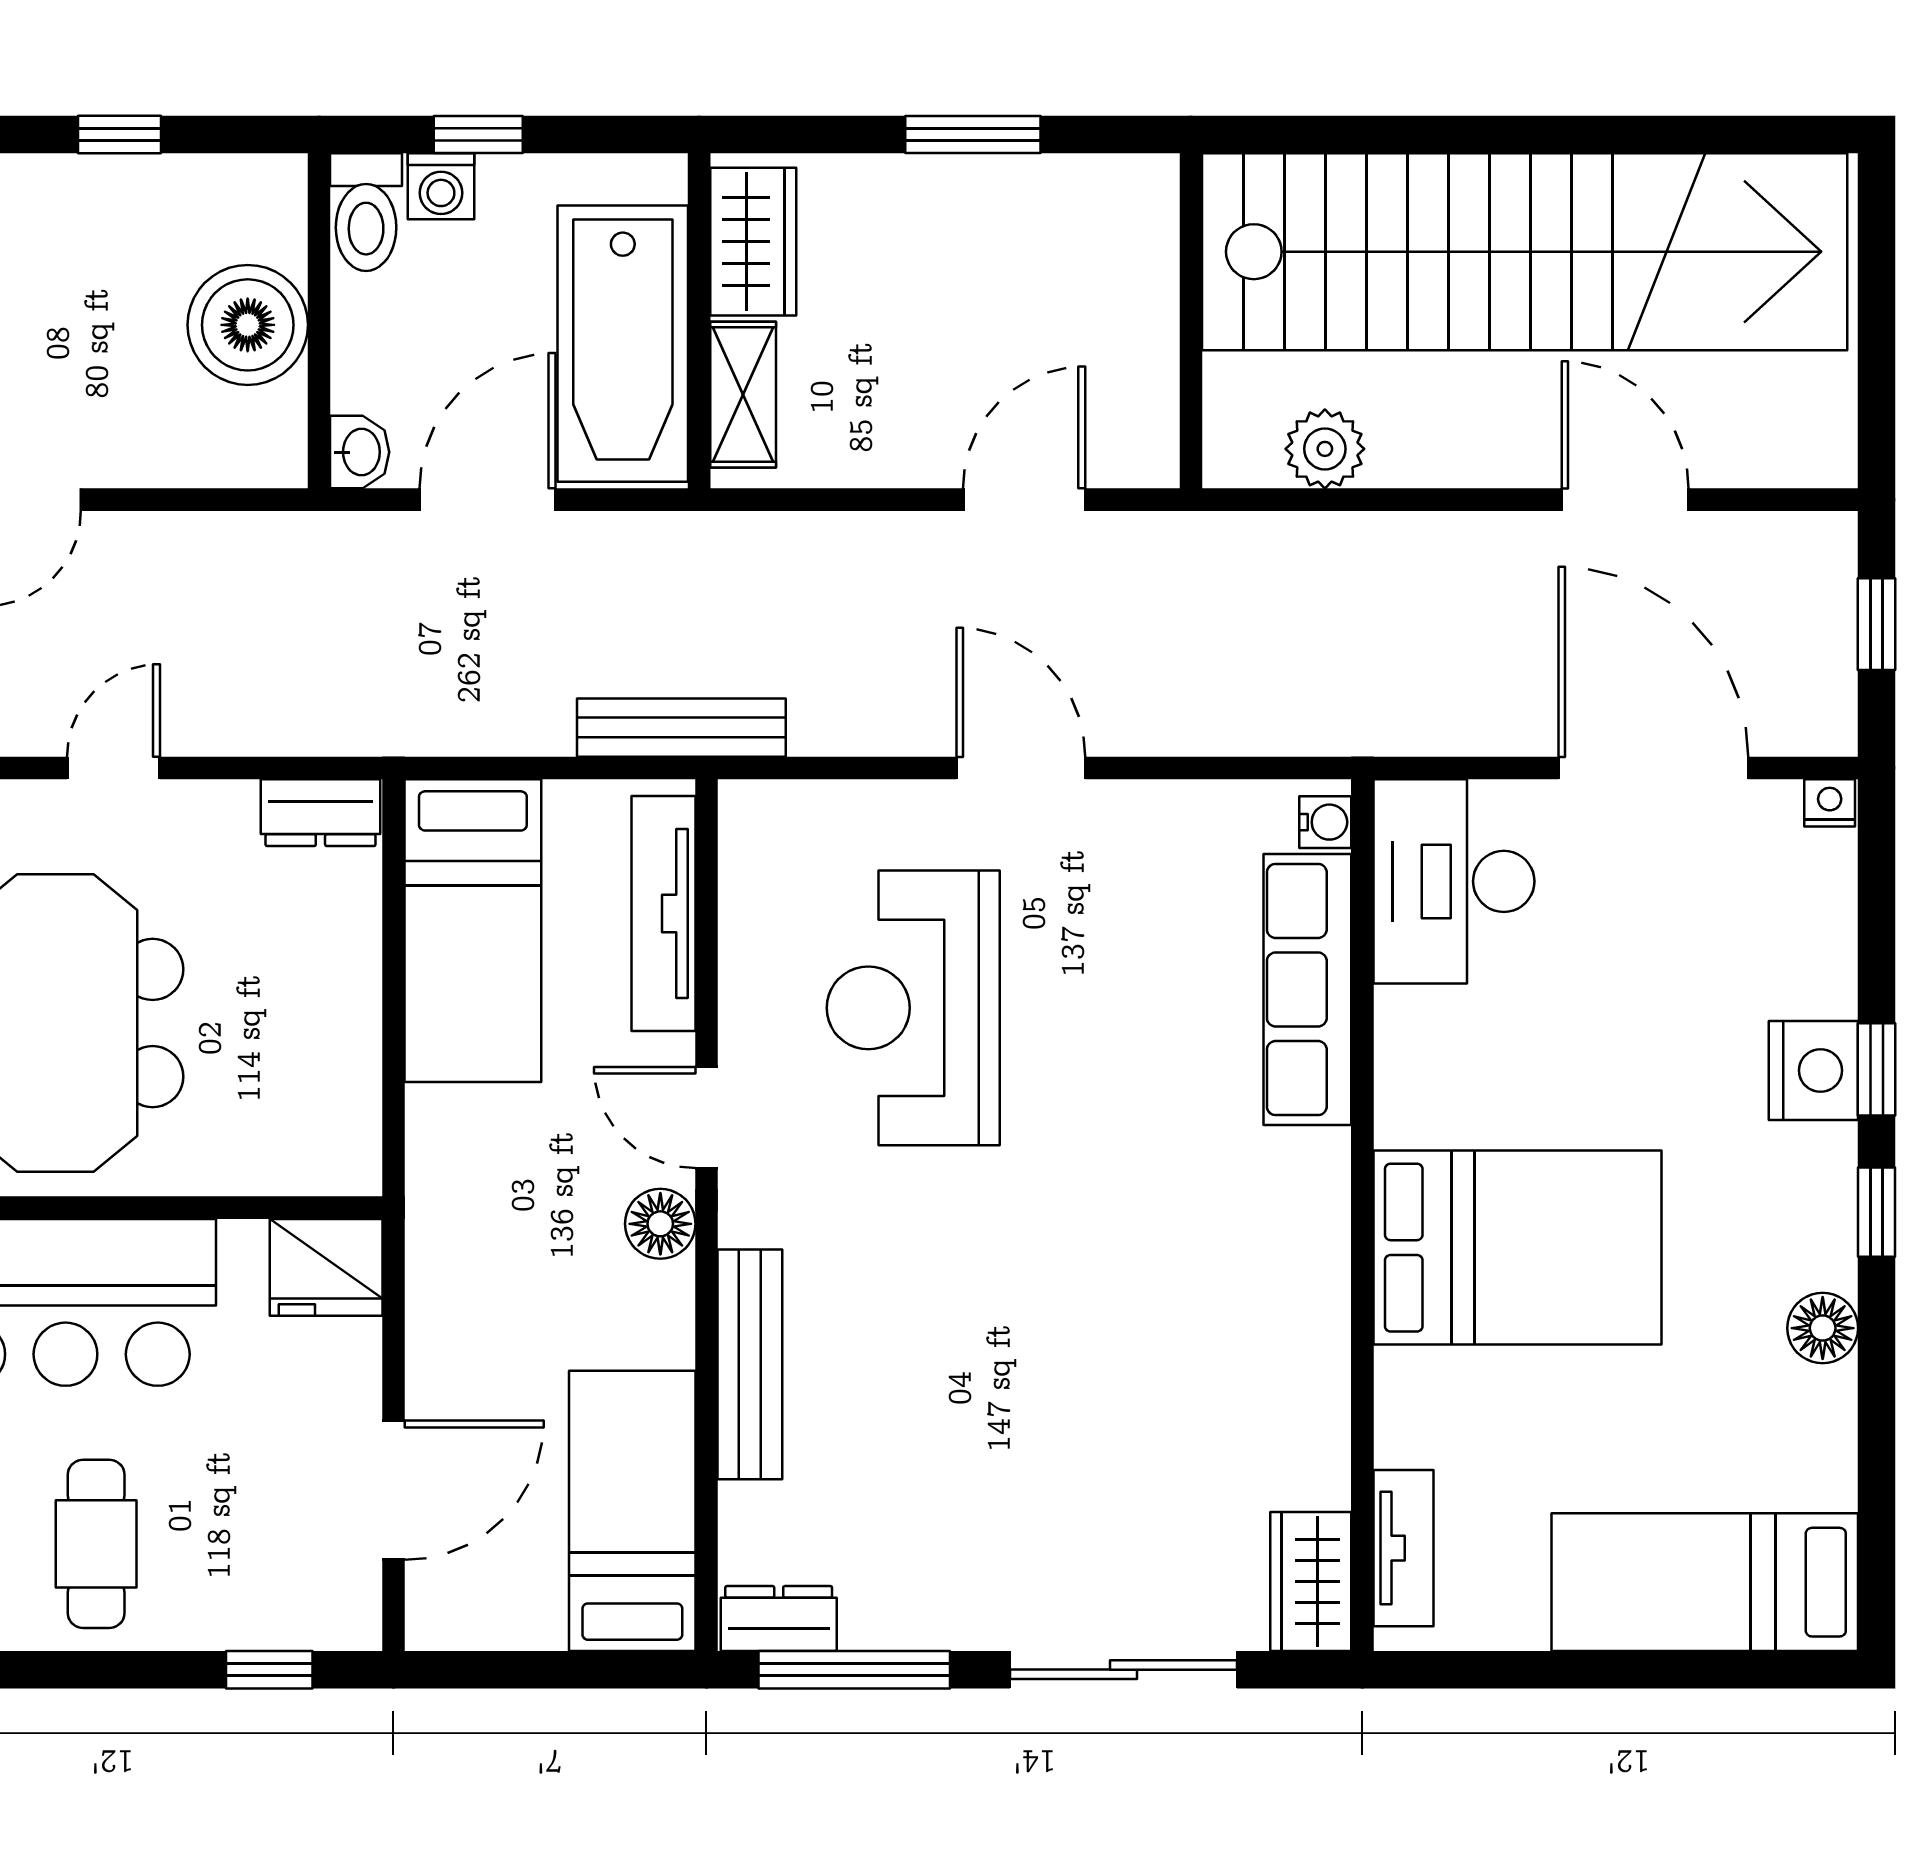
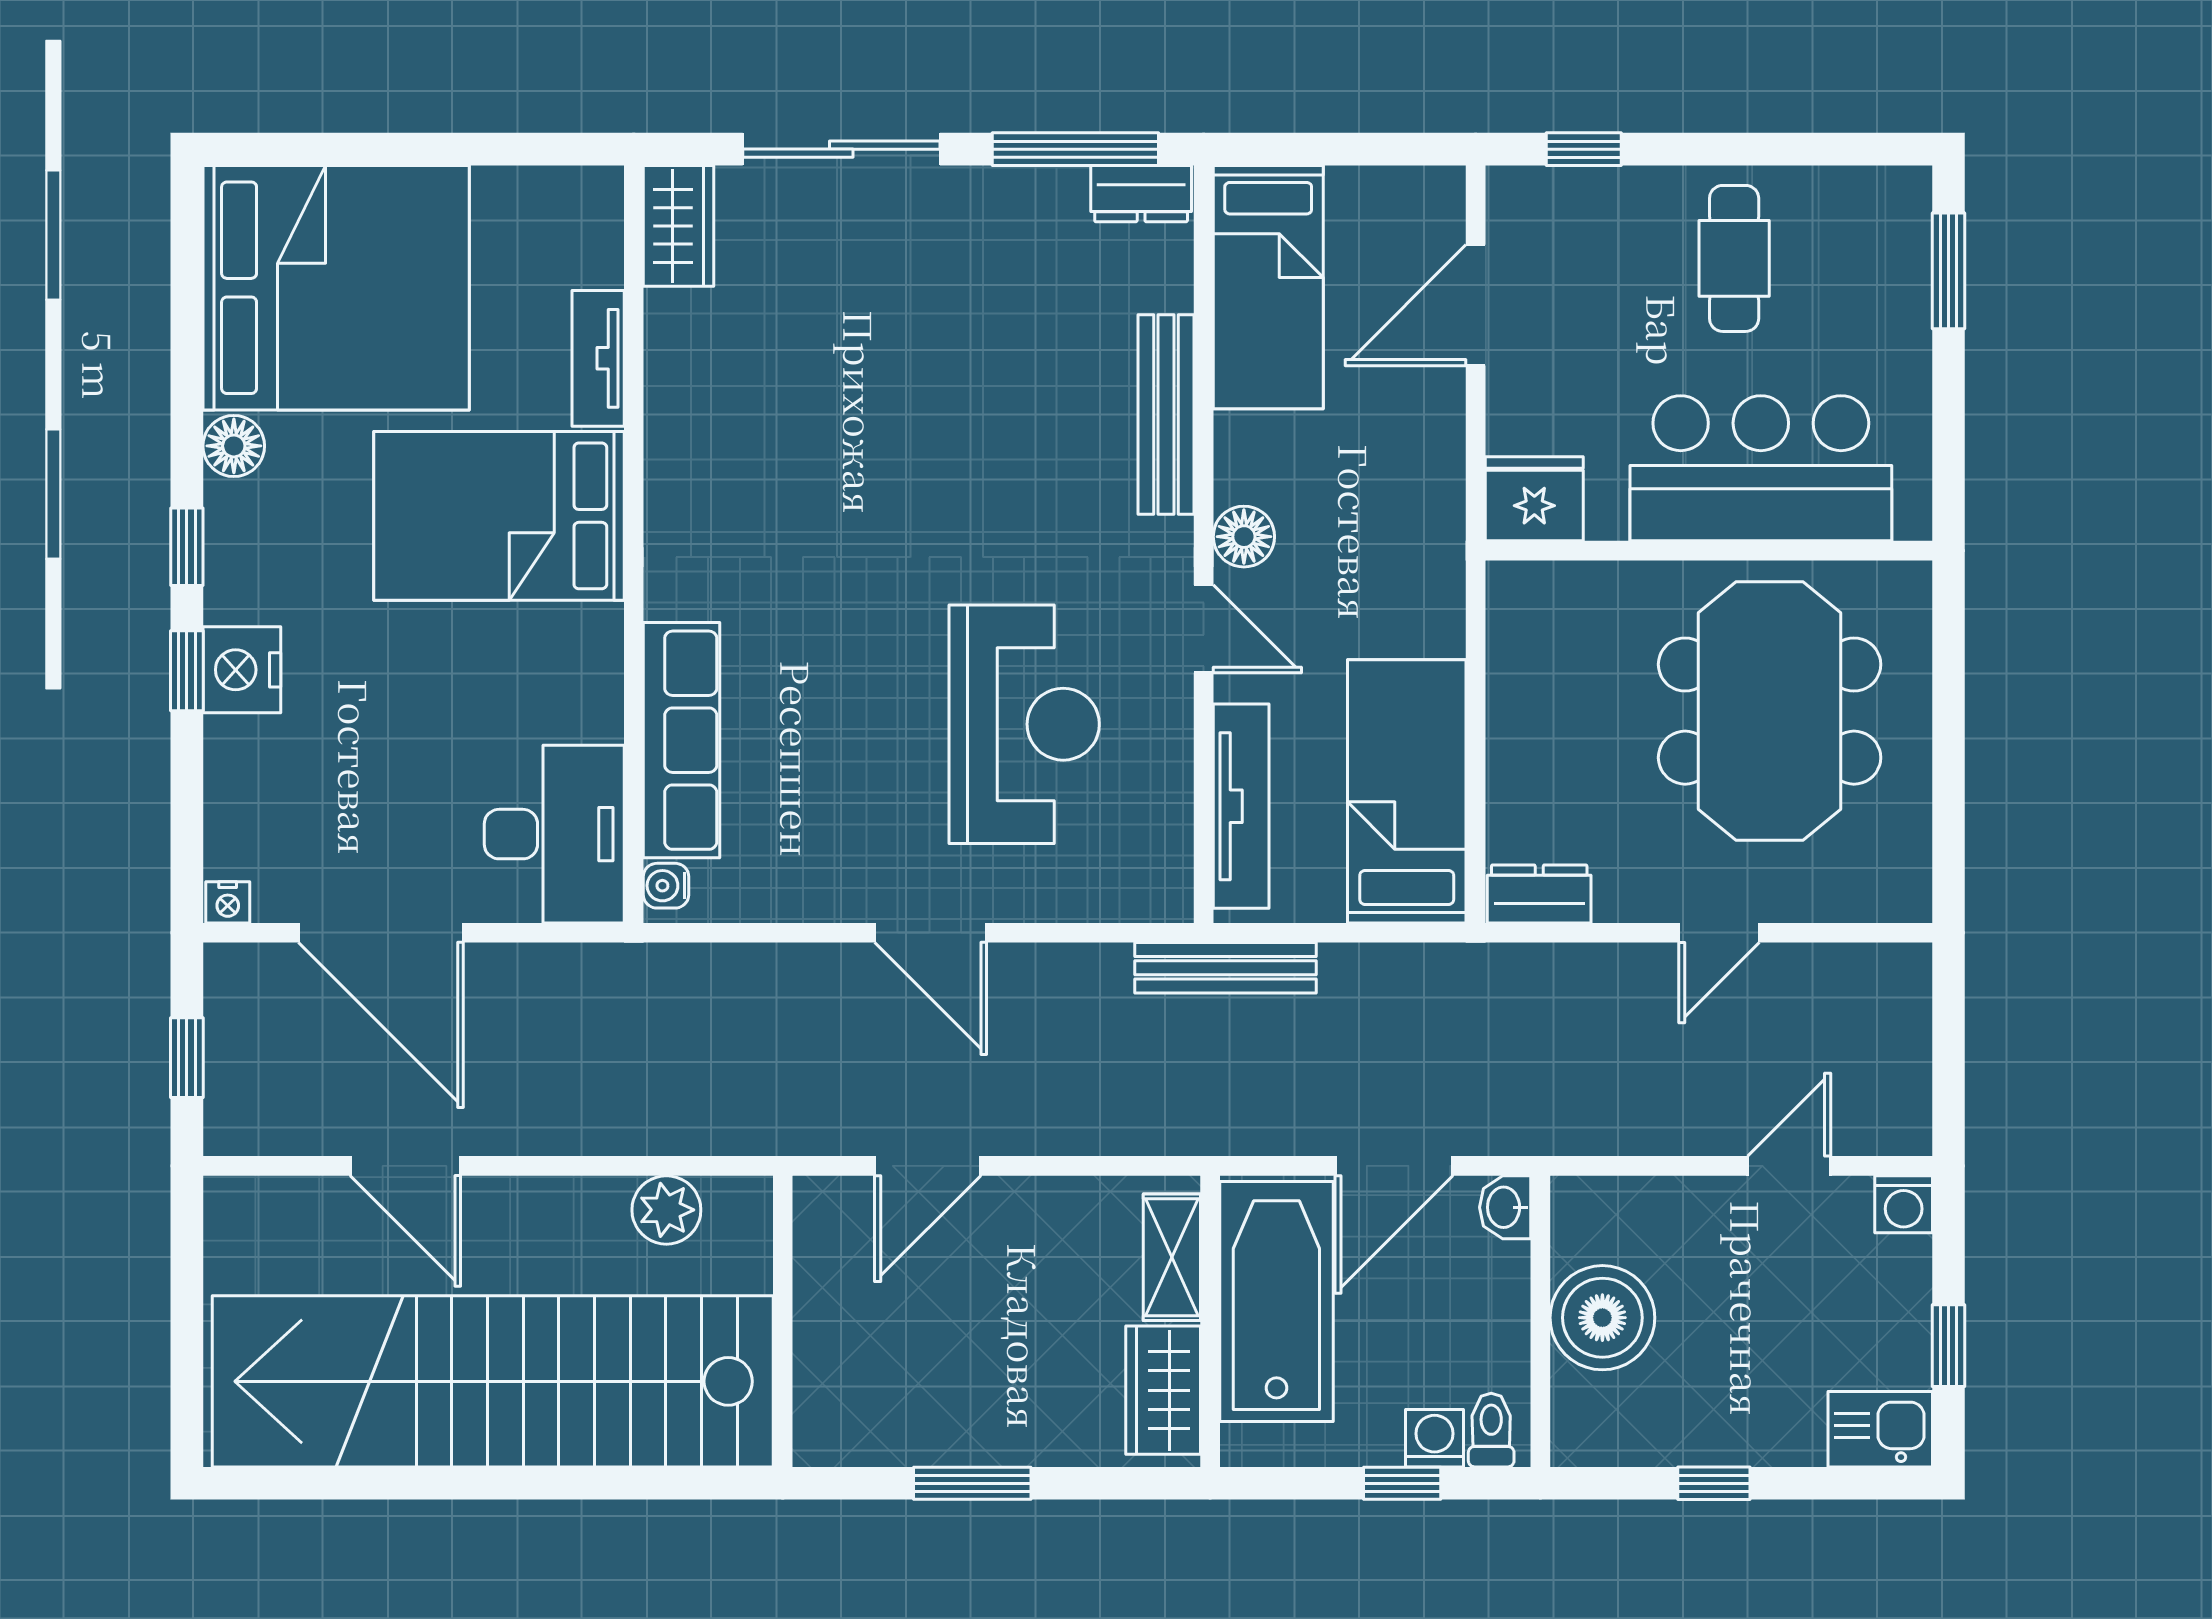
toilet: (366, 212) -> (1491, 1430), width x0.73, depth x0.72
tv unit: (1403, 1548) -> (598, 358), moved
bed: (1705, 1582) -> (336, 288), width x2.04

